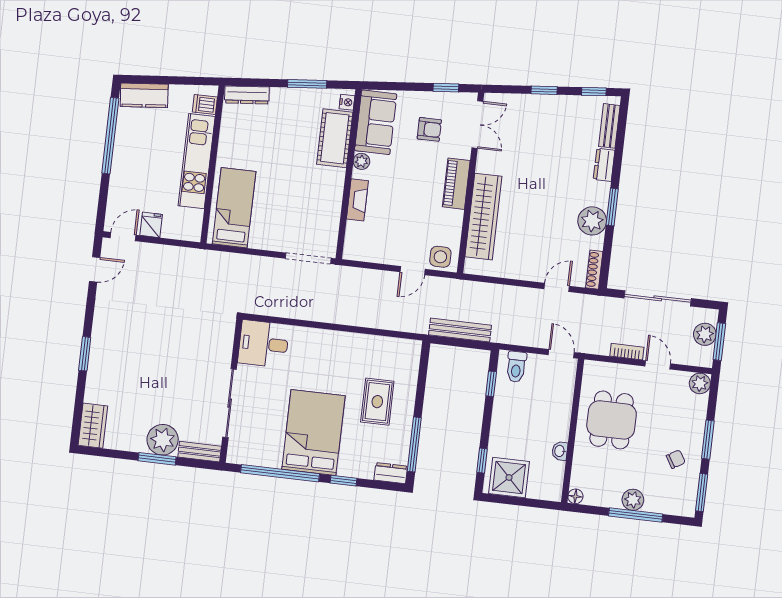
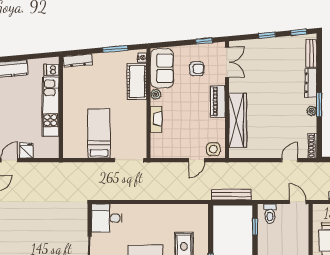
dresser: (604, 165) -> (311, 83), width x1.44
bed: (234, 208) -> (99, 133), moved
plant: (592, 221) -> (312, 111), width x0.53, depth x0.53

